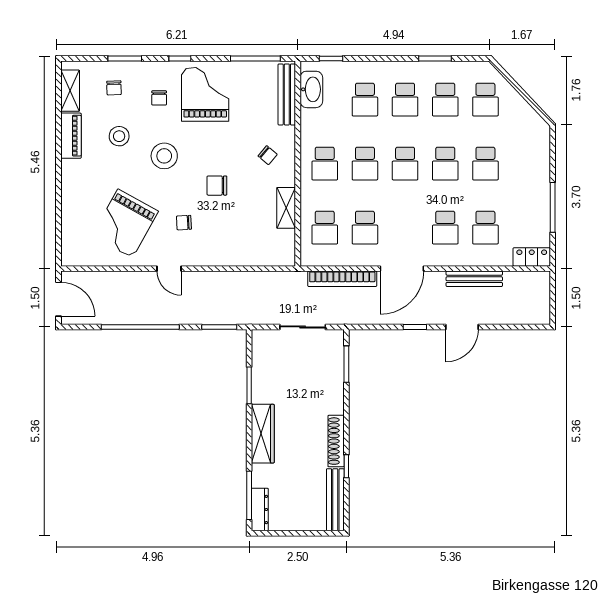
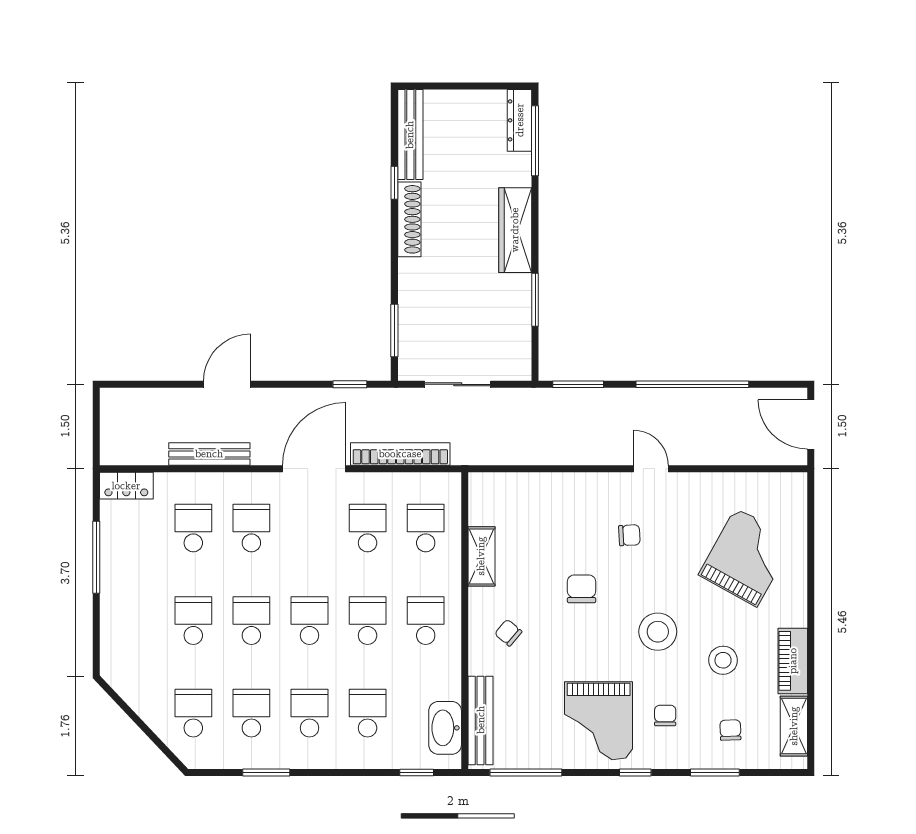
chair: (217, 186) -> (582, 589), turned -90
grand piano: (125, 223) -> (746, 557), moved
window: (415, 327) -> (350, 384), moved

